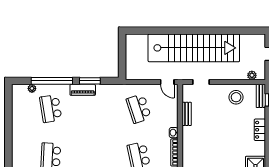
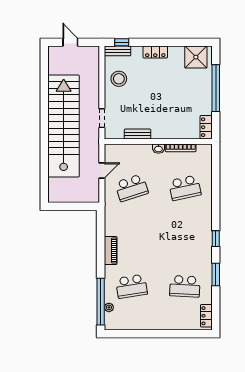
plant: (252, 75) -> (94, 61), removed
window: (52, 81) -> (101, 302), moved
window: (90, 81) -> (101, 243), removed
door: (167, 82) -> (102, 171), moved

